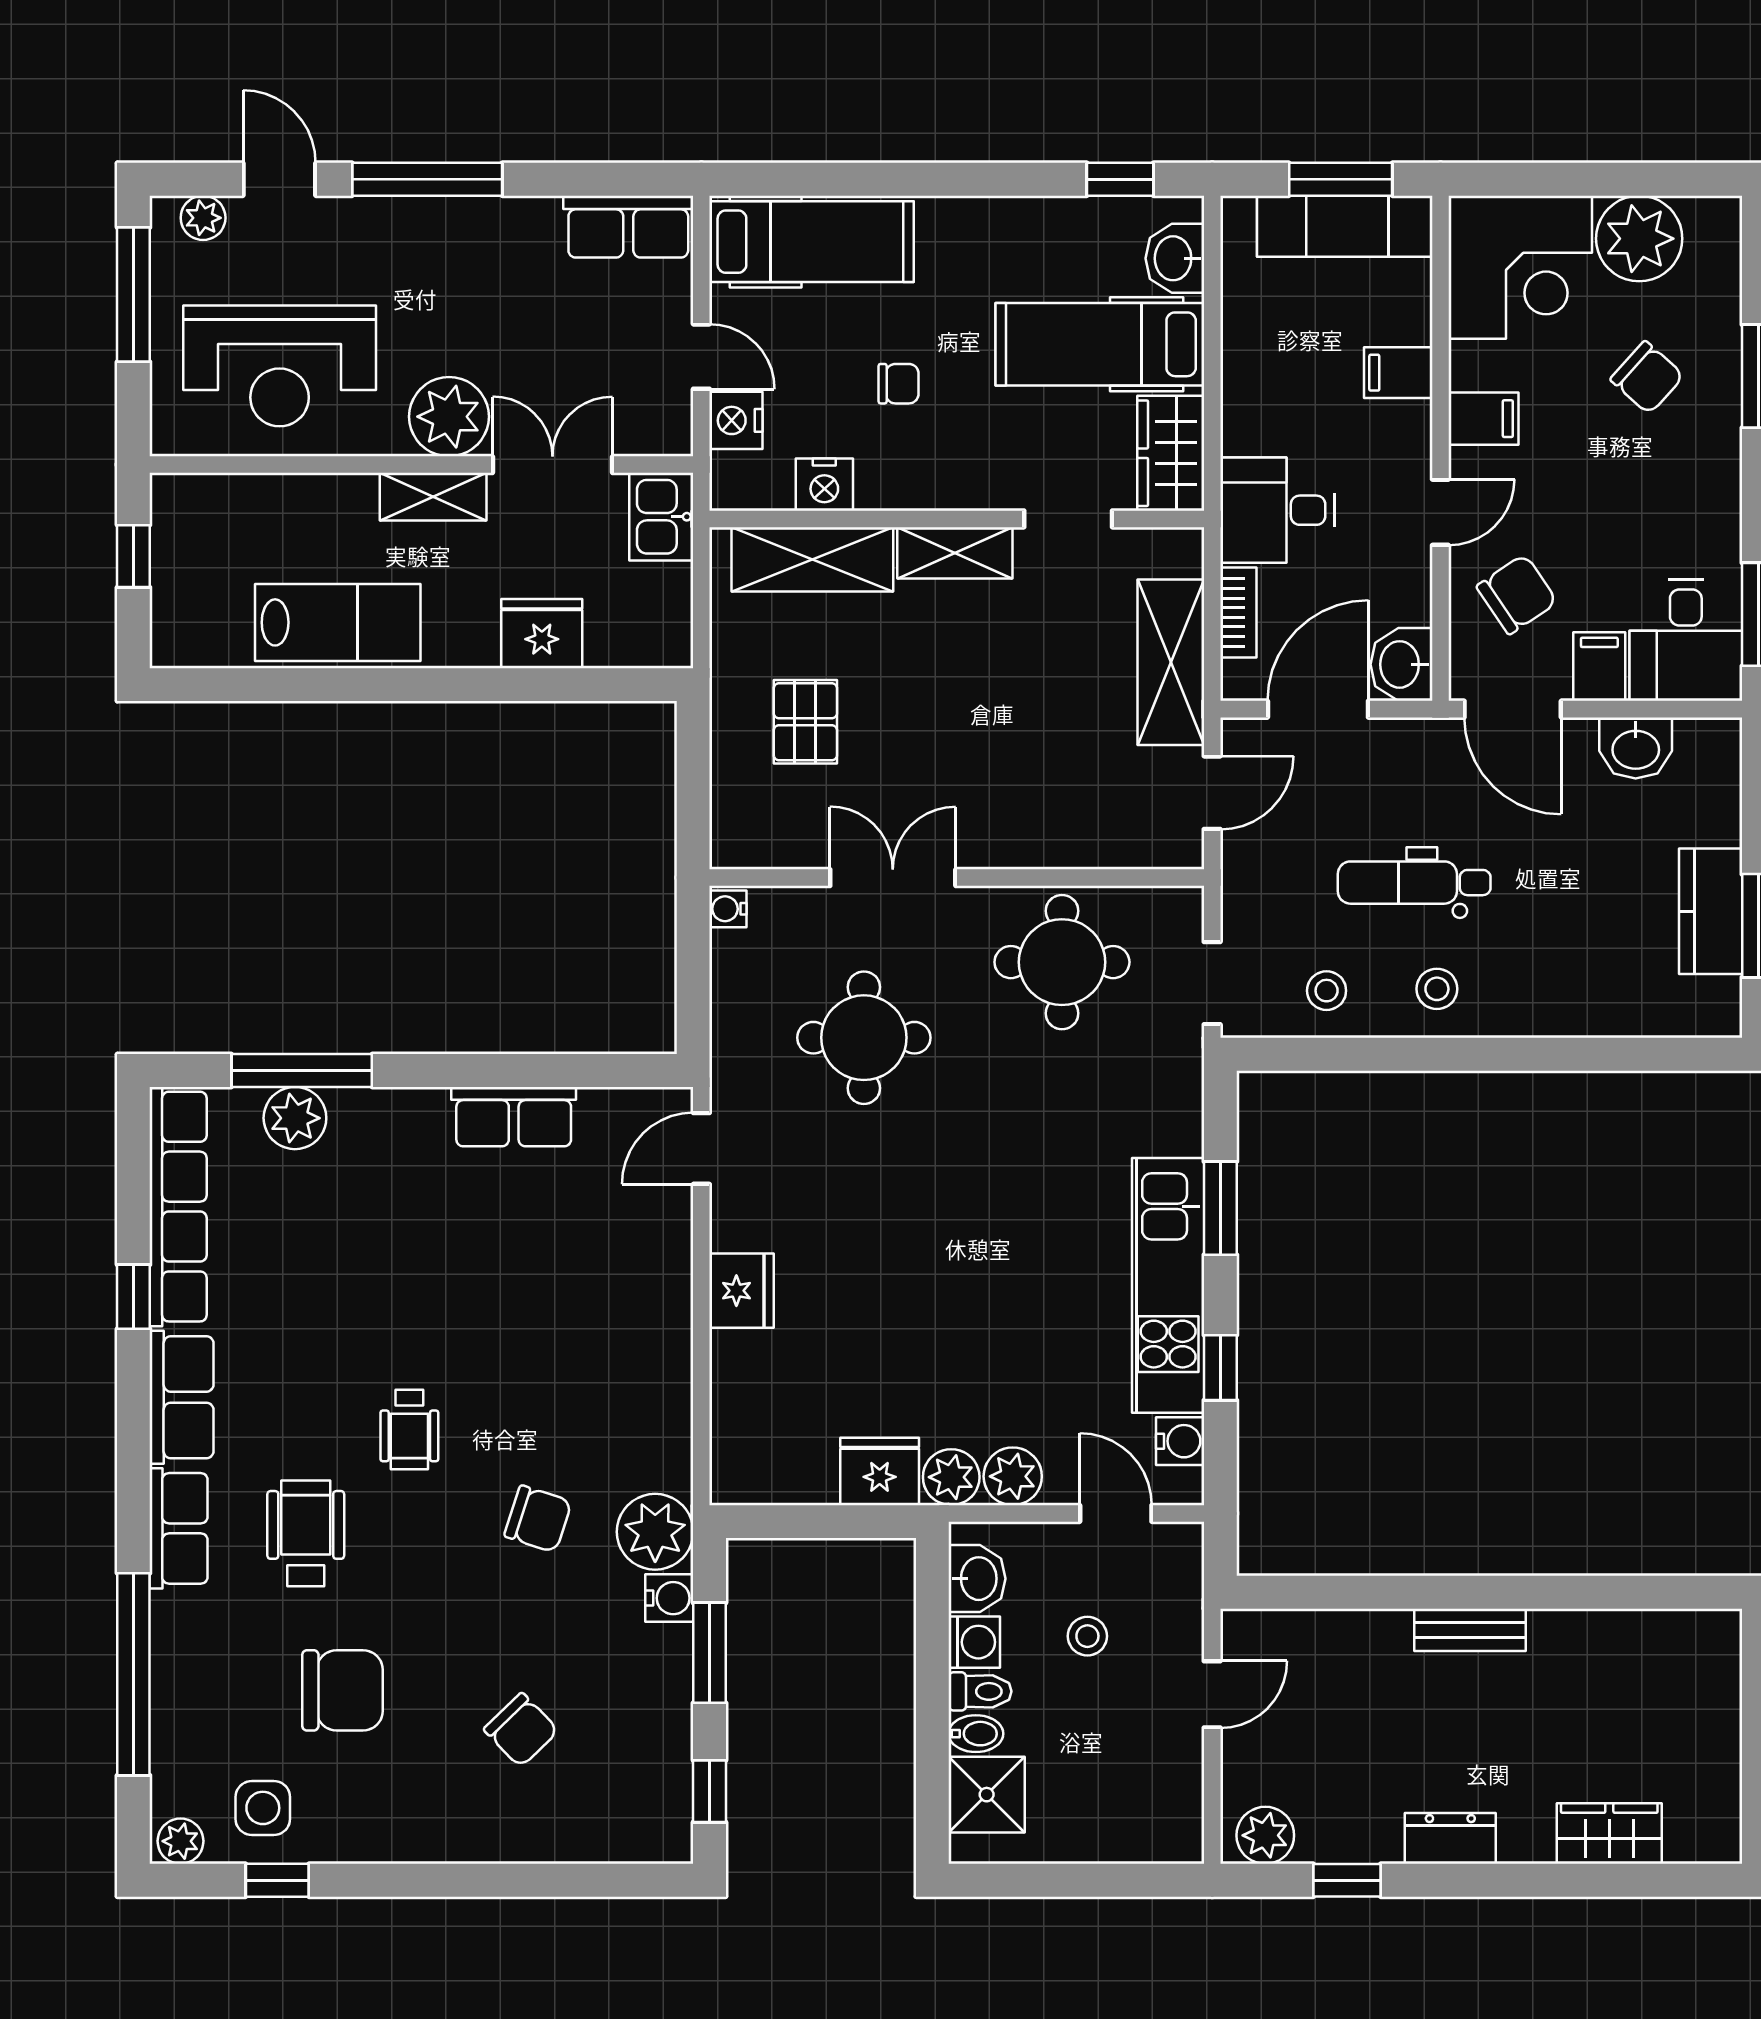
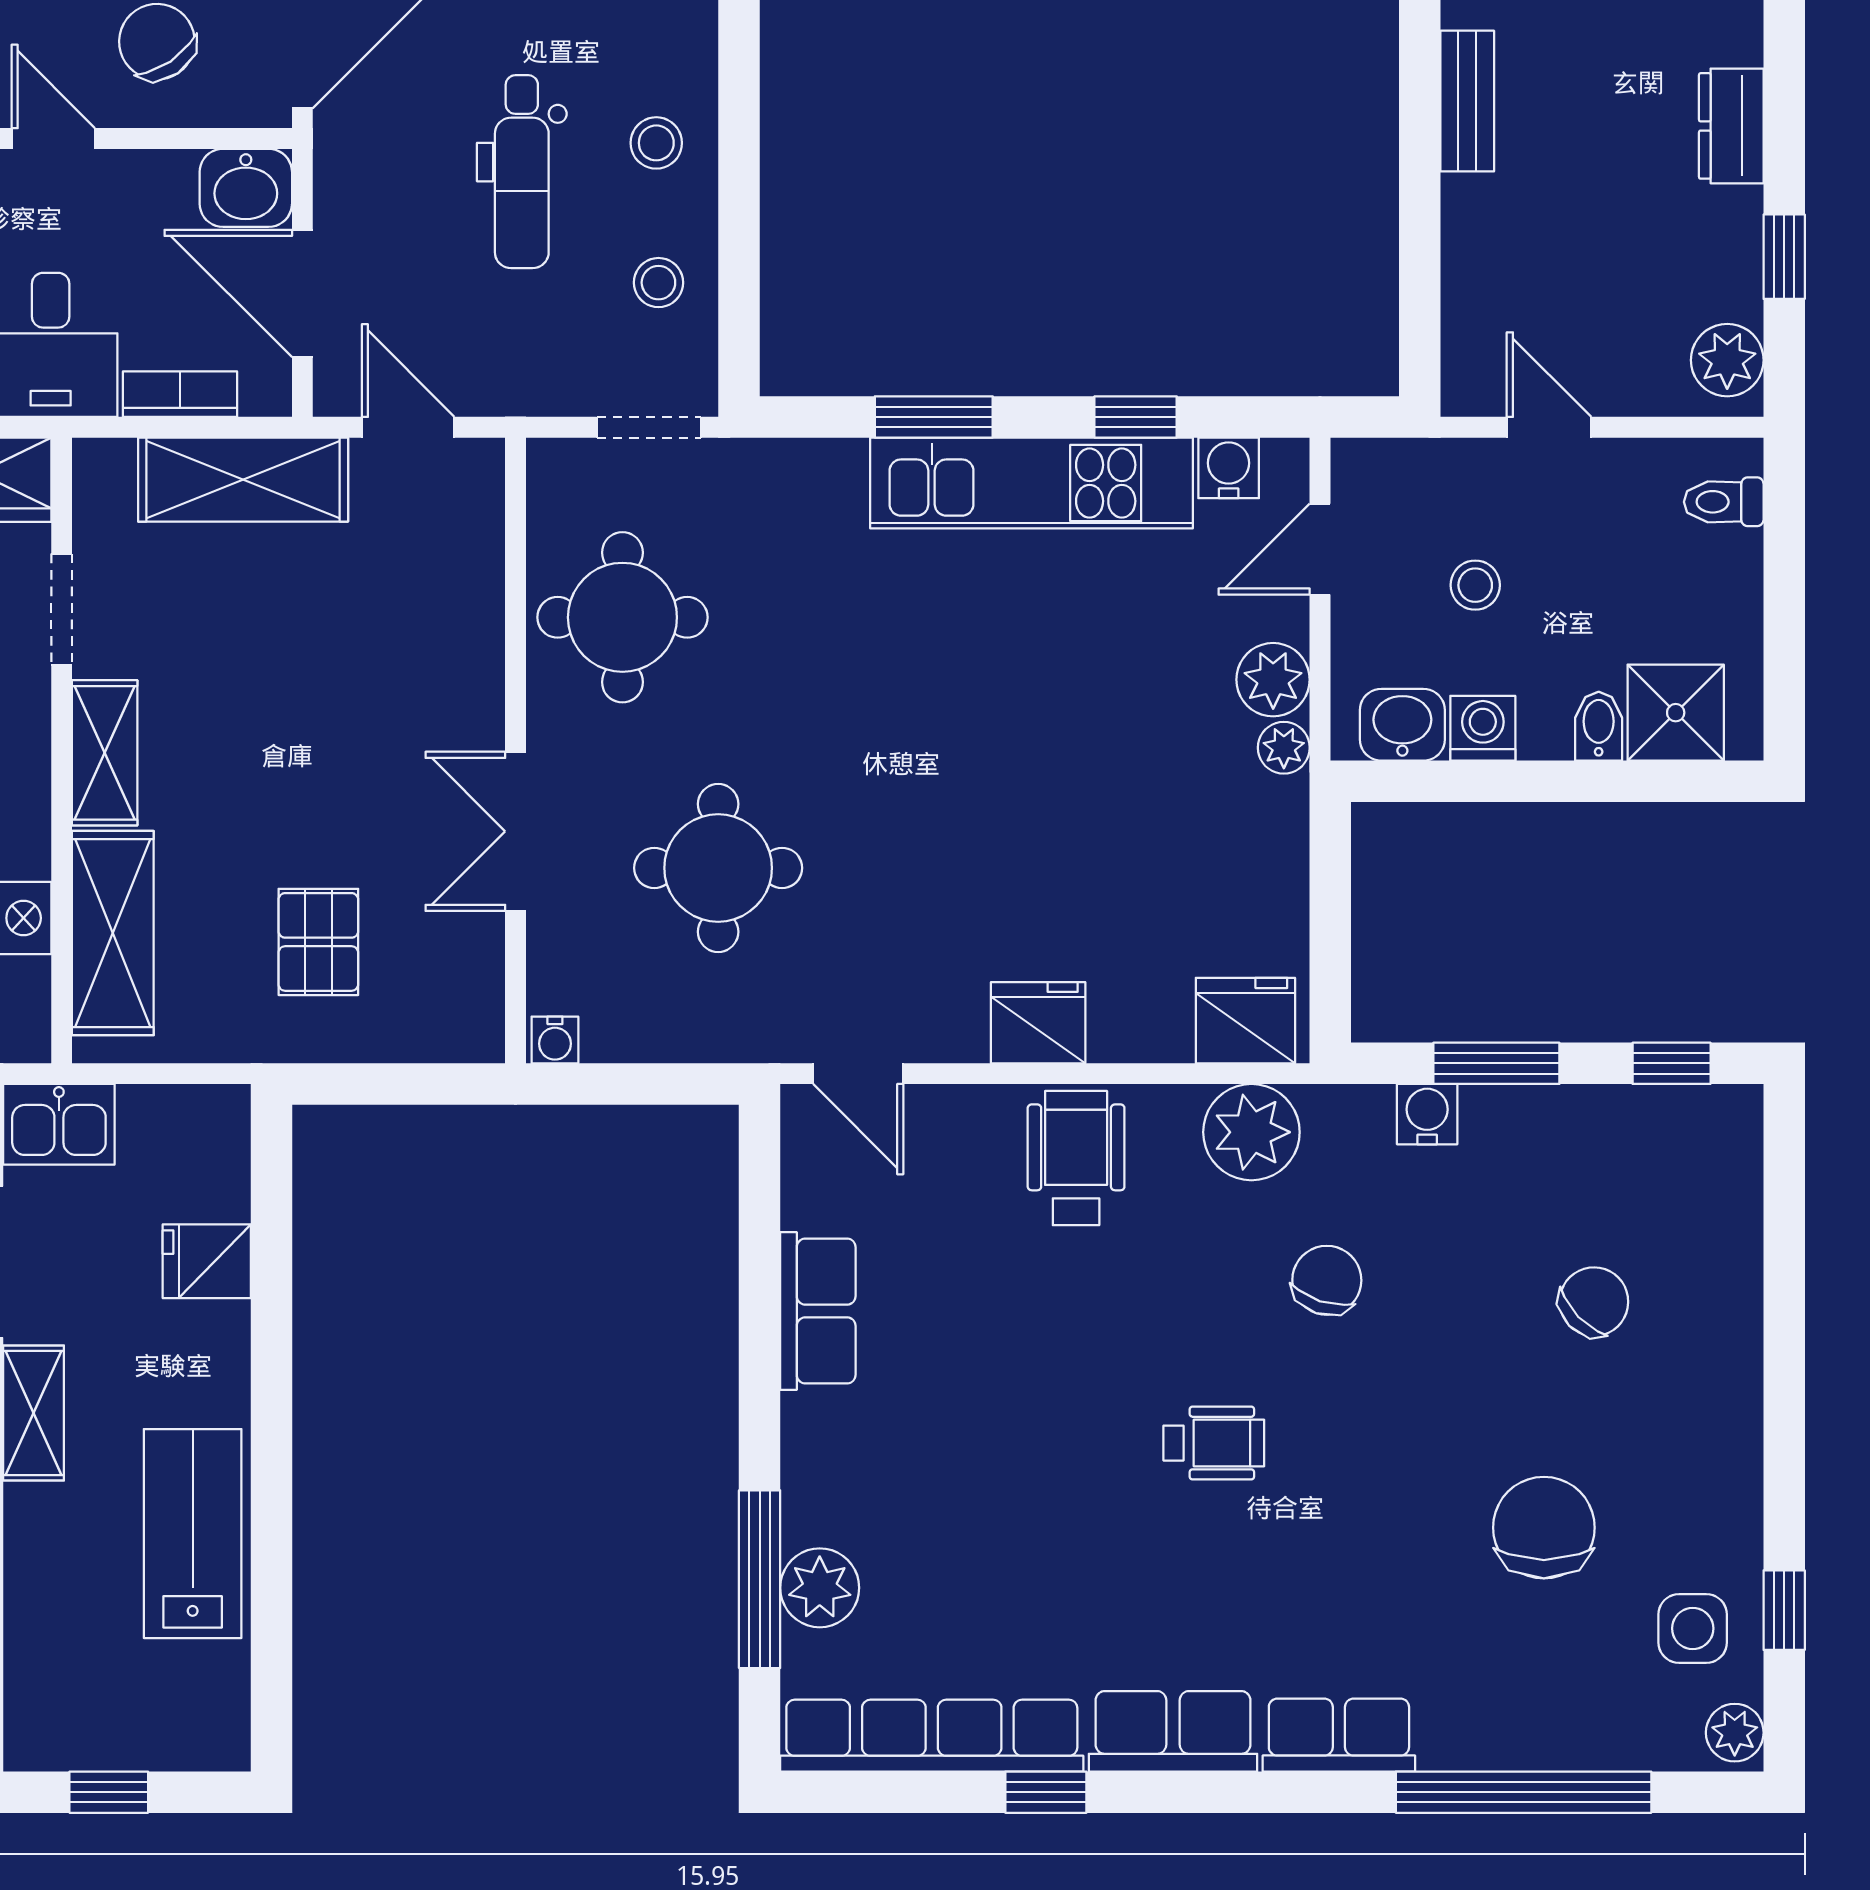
fridge: (542, 634) -> (207, 1261), width x0.72
pallet: (805, 722) -> (318, 942), turned 90
fridge: (880, 1472) -> (1245, 1021), moved, turned 90
plant: (951, 1477) -> (1284, 748), width x0.73, depth x0.73
plant: (655, 1532) -> (1251, 1132), moved
wheelchair: (306, 1533) -> (1076, 1158), moved, turned 90
toilet: (980, 1691) -> (1724, 502), moved, turned -90

